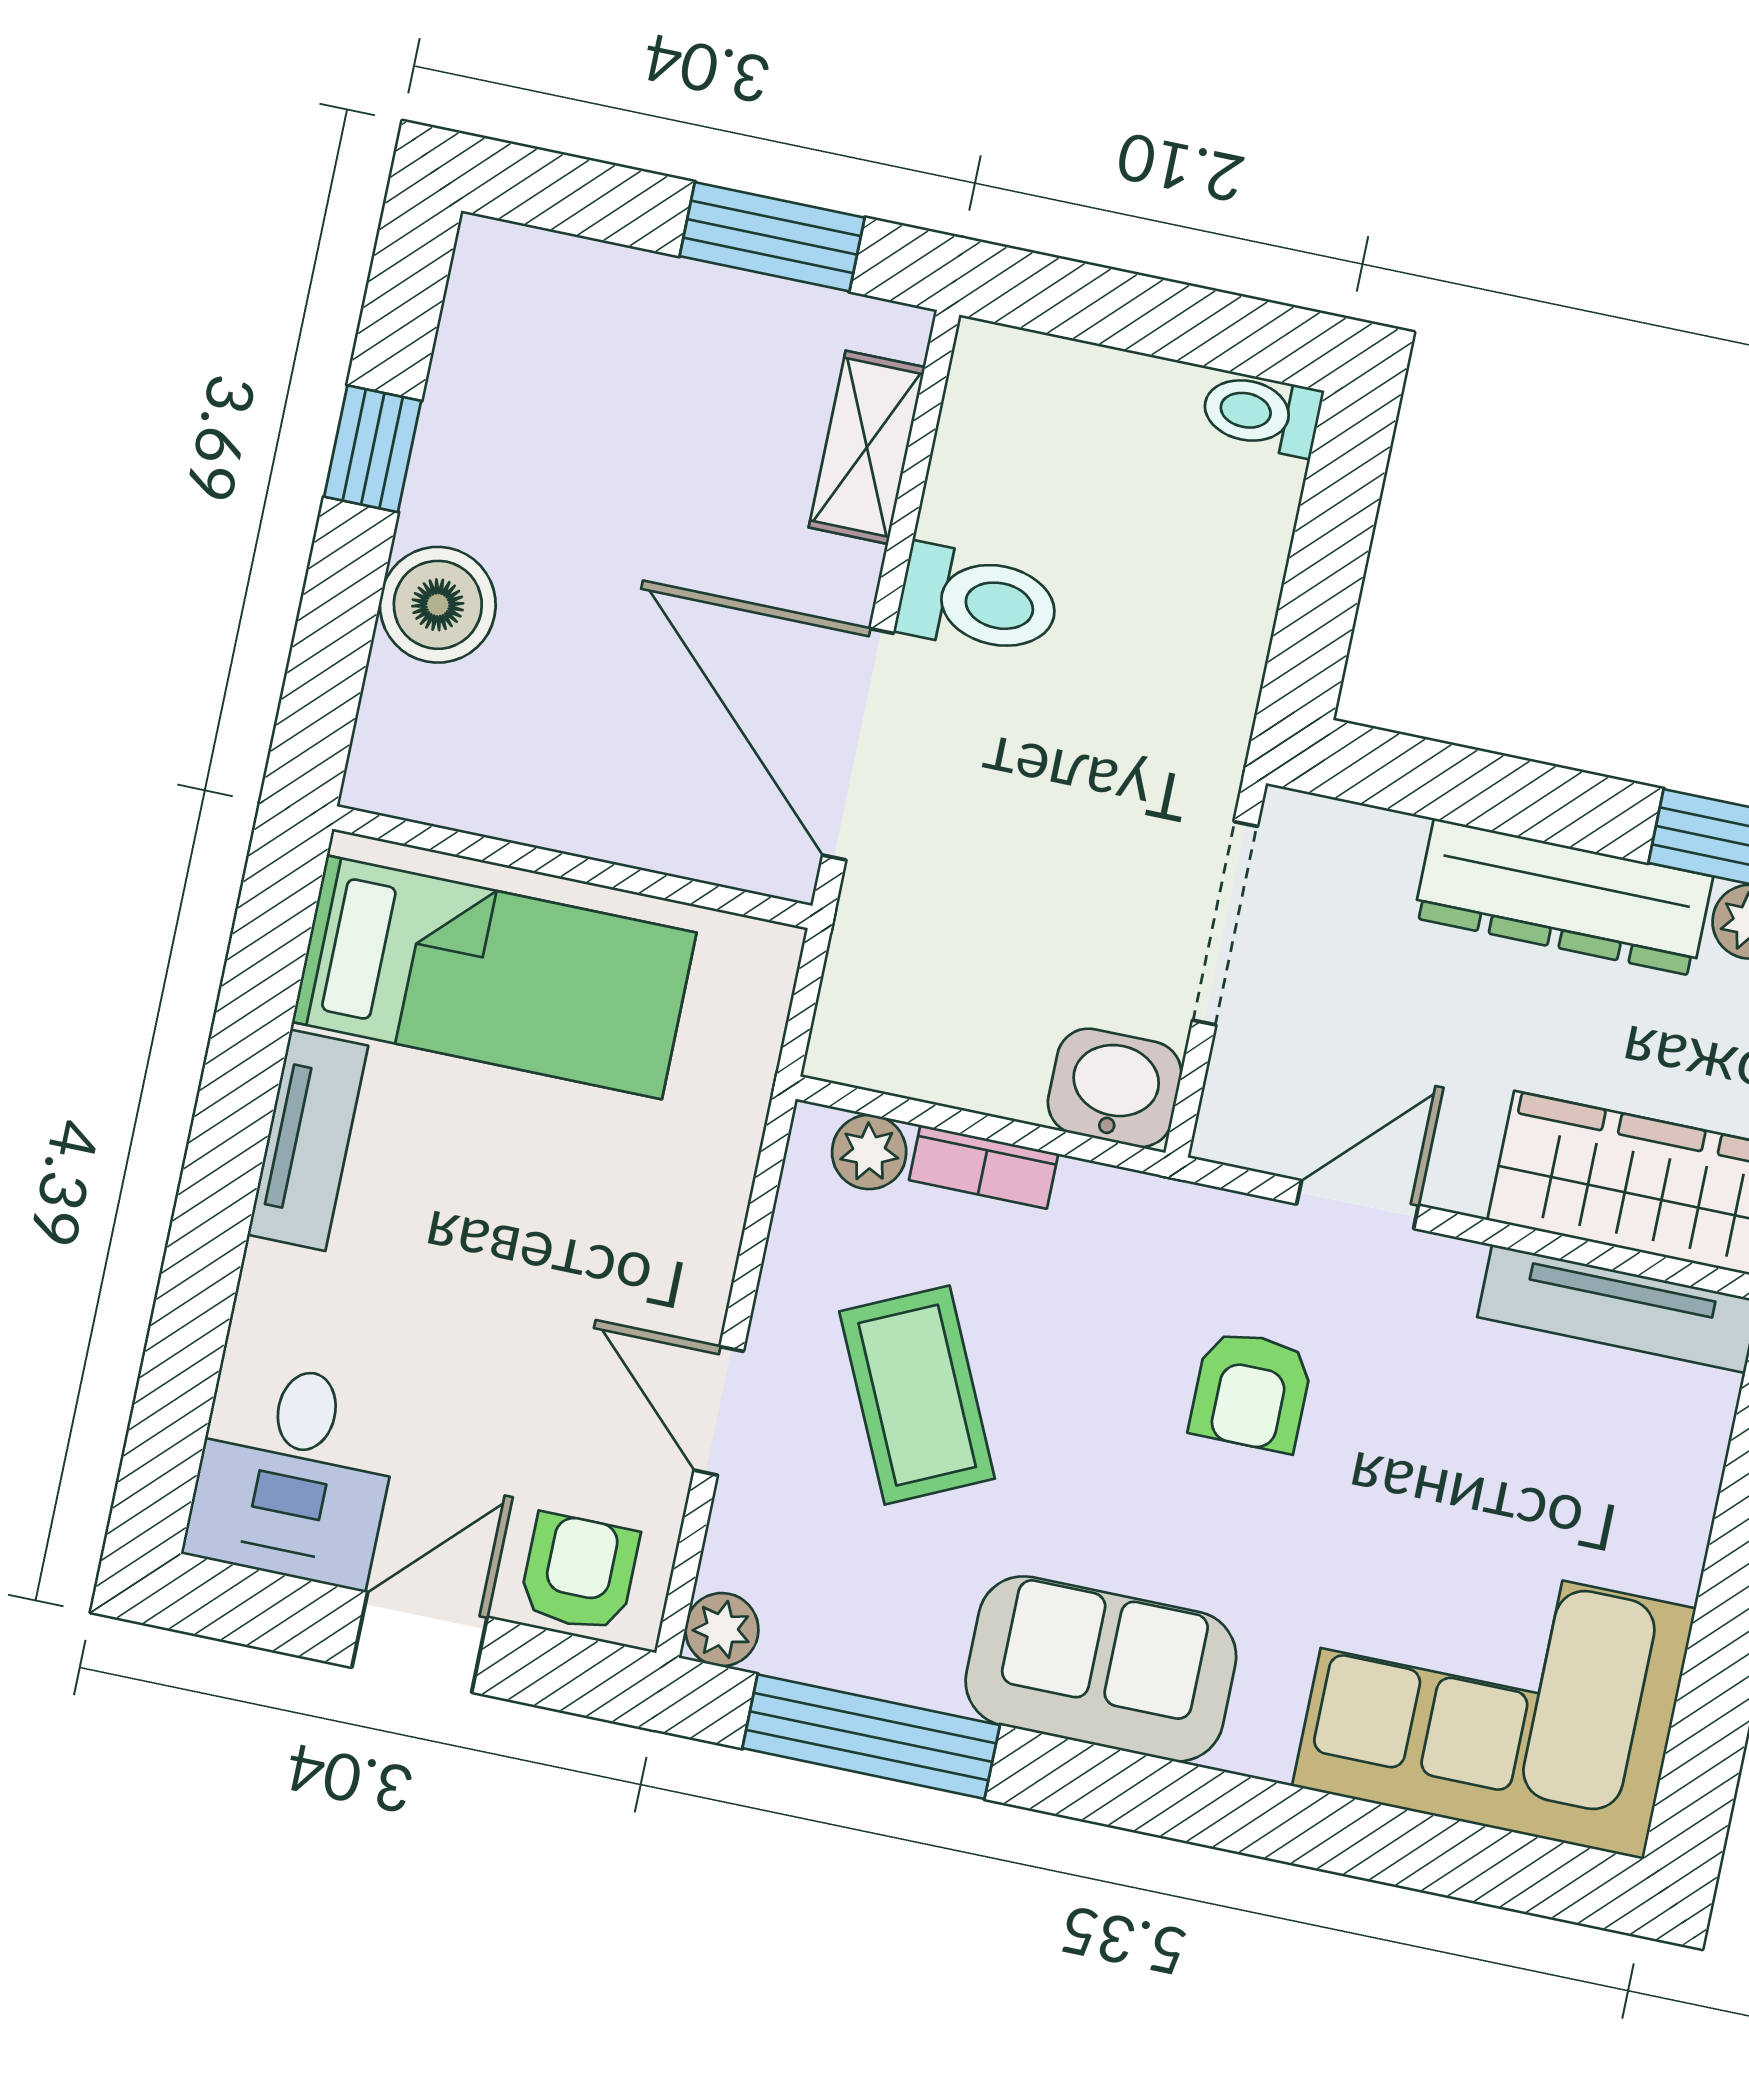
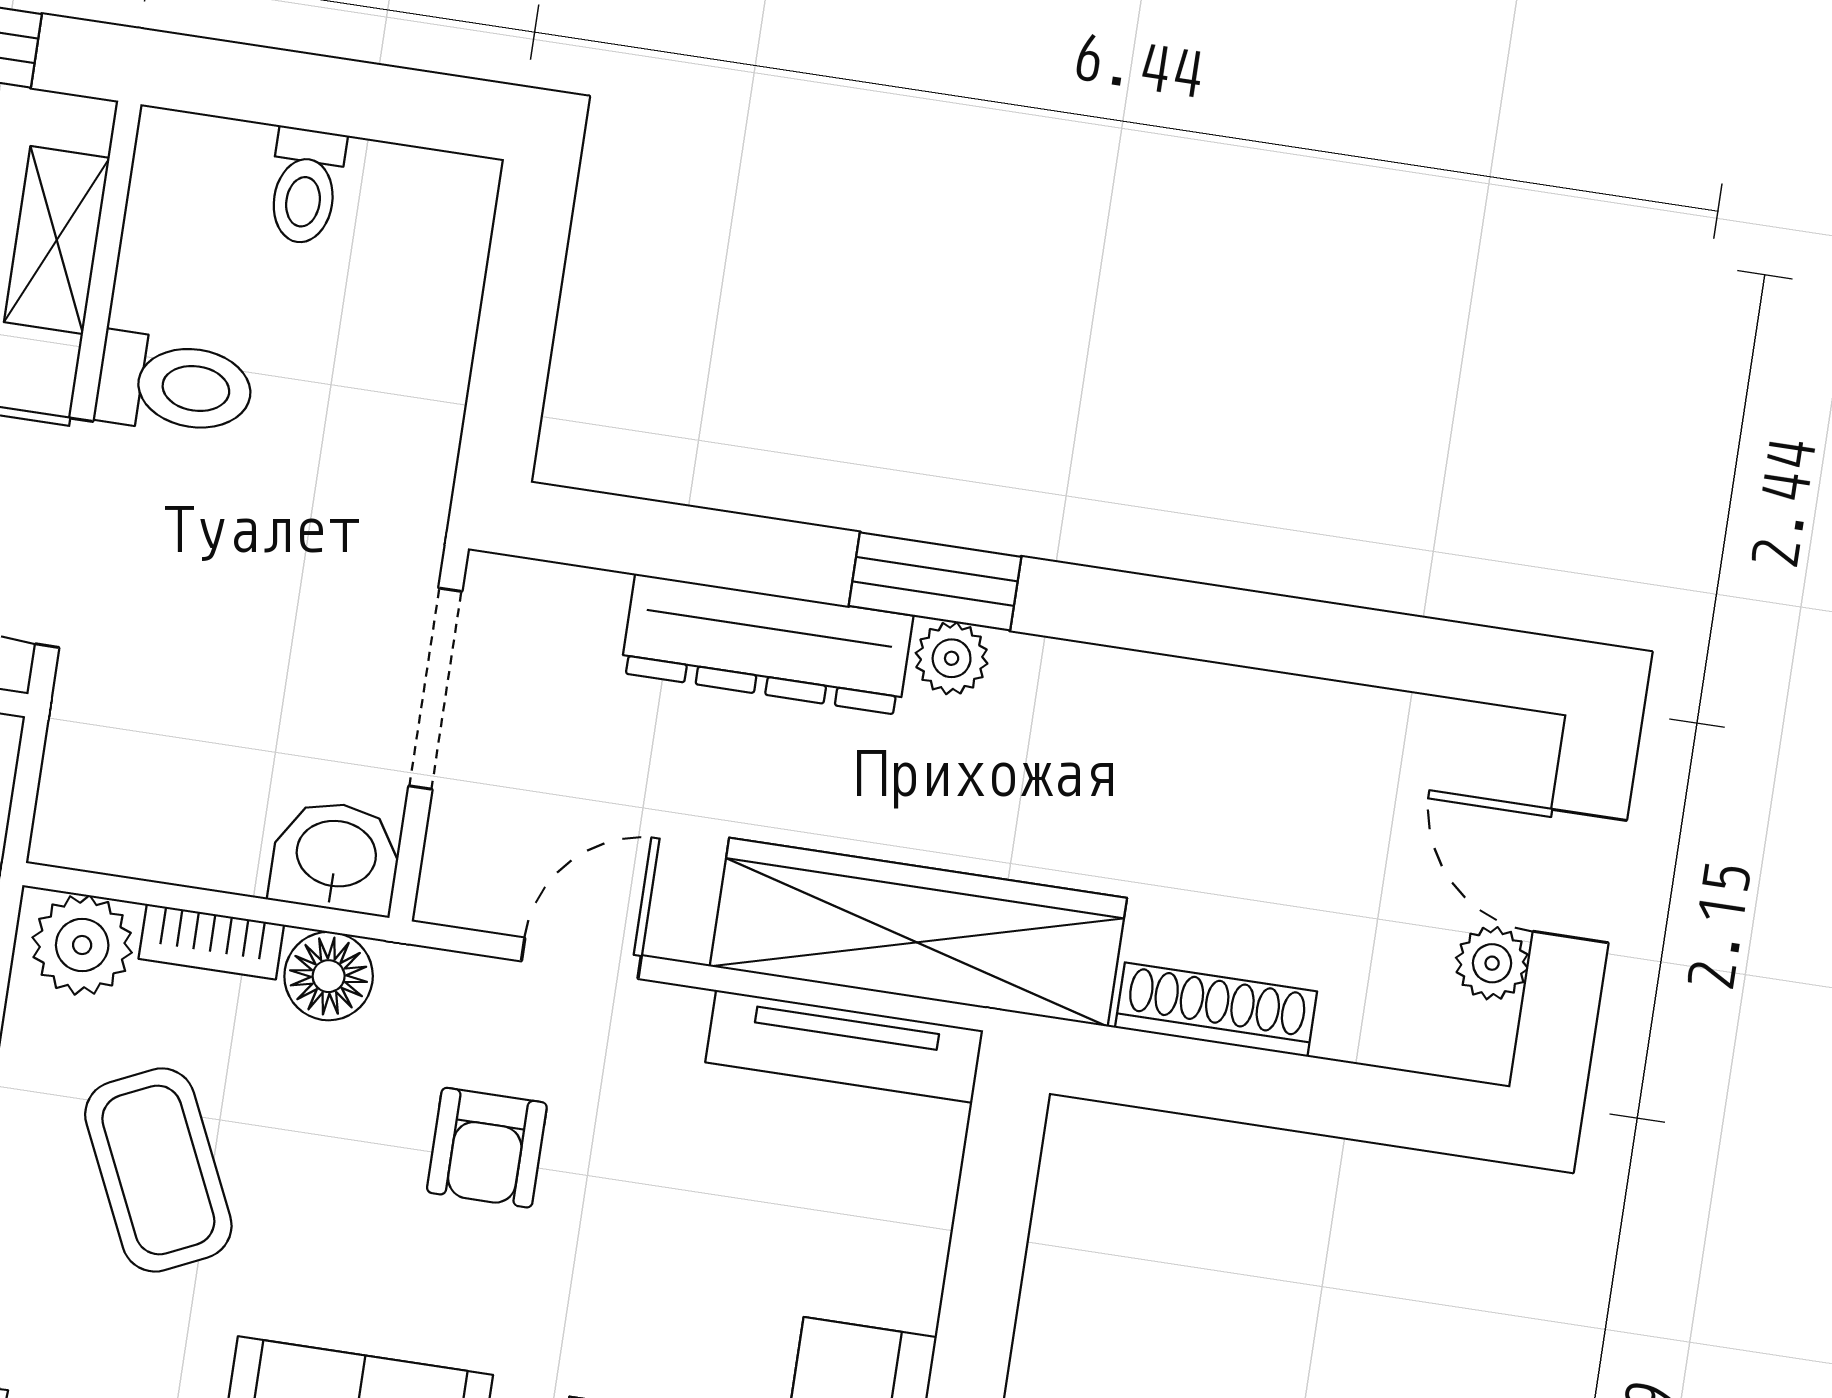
toilet: (1261, 413) -> (305, 186), moved, turned -90
plant: (869, 1152) -> (82, 945), width x1.38, depth x1.38
floor lamp: (1100, 1208) -> (329, 976), added

